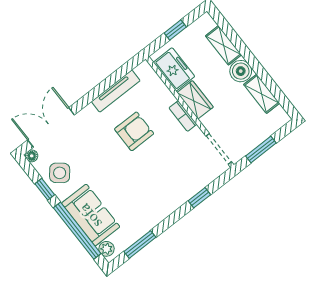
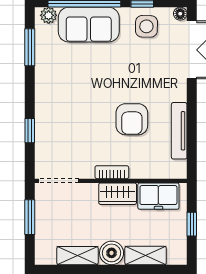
side table: (60, 173) -> (146, 26), turned -38

